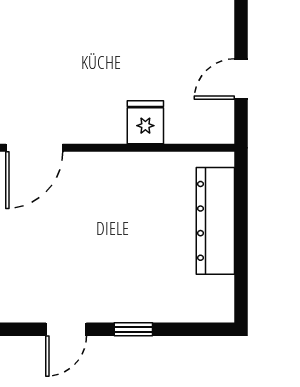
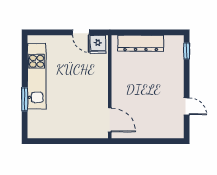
fridge: (145, 122) -> (98, 44), moved, turned -90
window: (133, 329) -> (187, 51), moved

